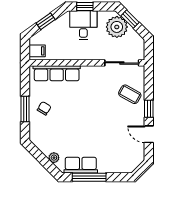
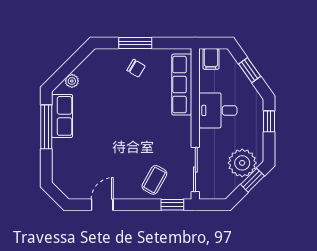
desk: (83, 25) -> (218, 110), moved, turned 180
window: (149, 109) -> (172, 205), moved

